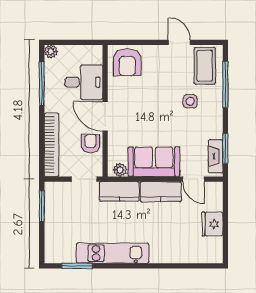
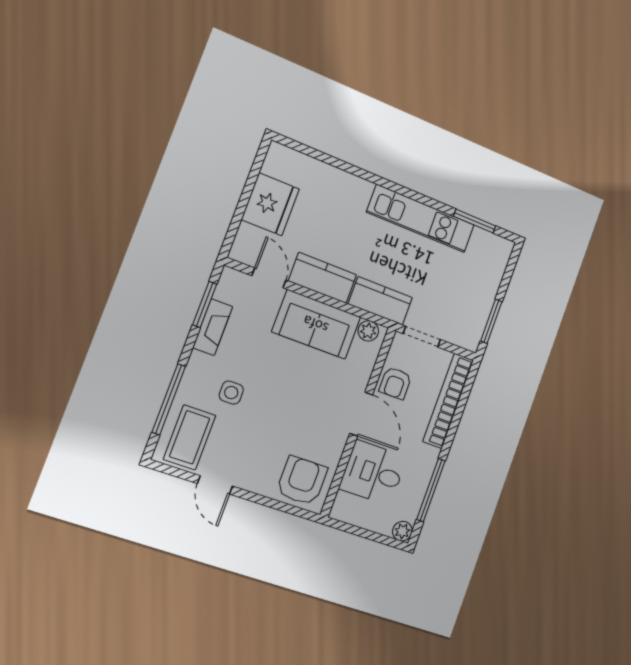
fireplace: (216, 156) -> (213, 327), moved
fridge: (212, 224) -> (270, 204), width x1.36, depth x1.34

